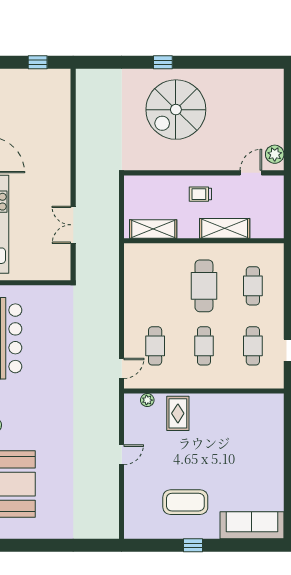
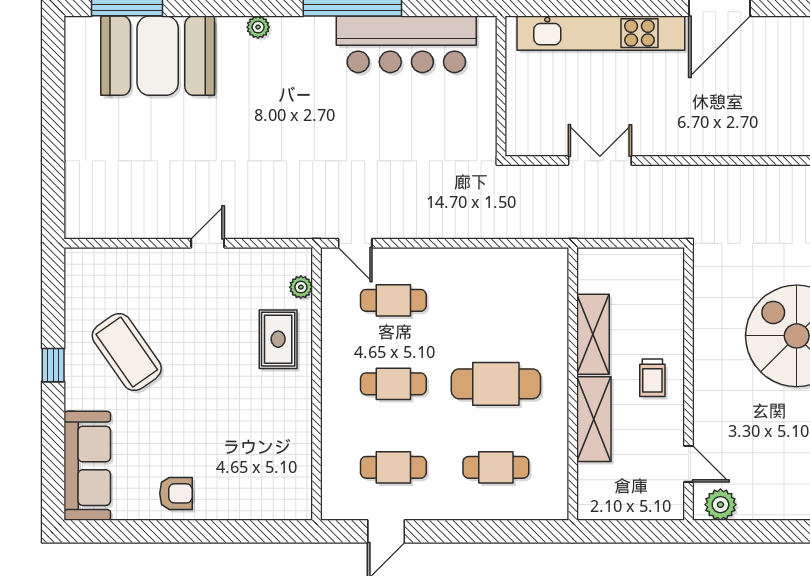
trolley: (200, 194) -> (652, 378), turned 180
shelving: (153, 229) -> (593, 334), moved
rug: (178, 413) -> (278, 339), turned 90
door: (122, 455) -> (208, 243), swing flipped
armchair: (268, 473) -> (176, 493), added
coffee table: (185, 502) -> (127, 352), turned -35

